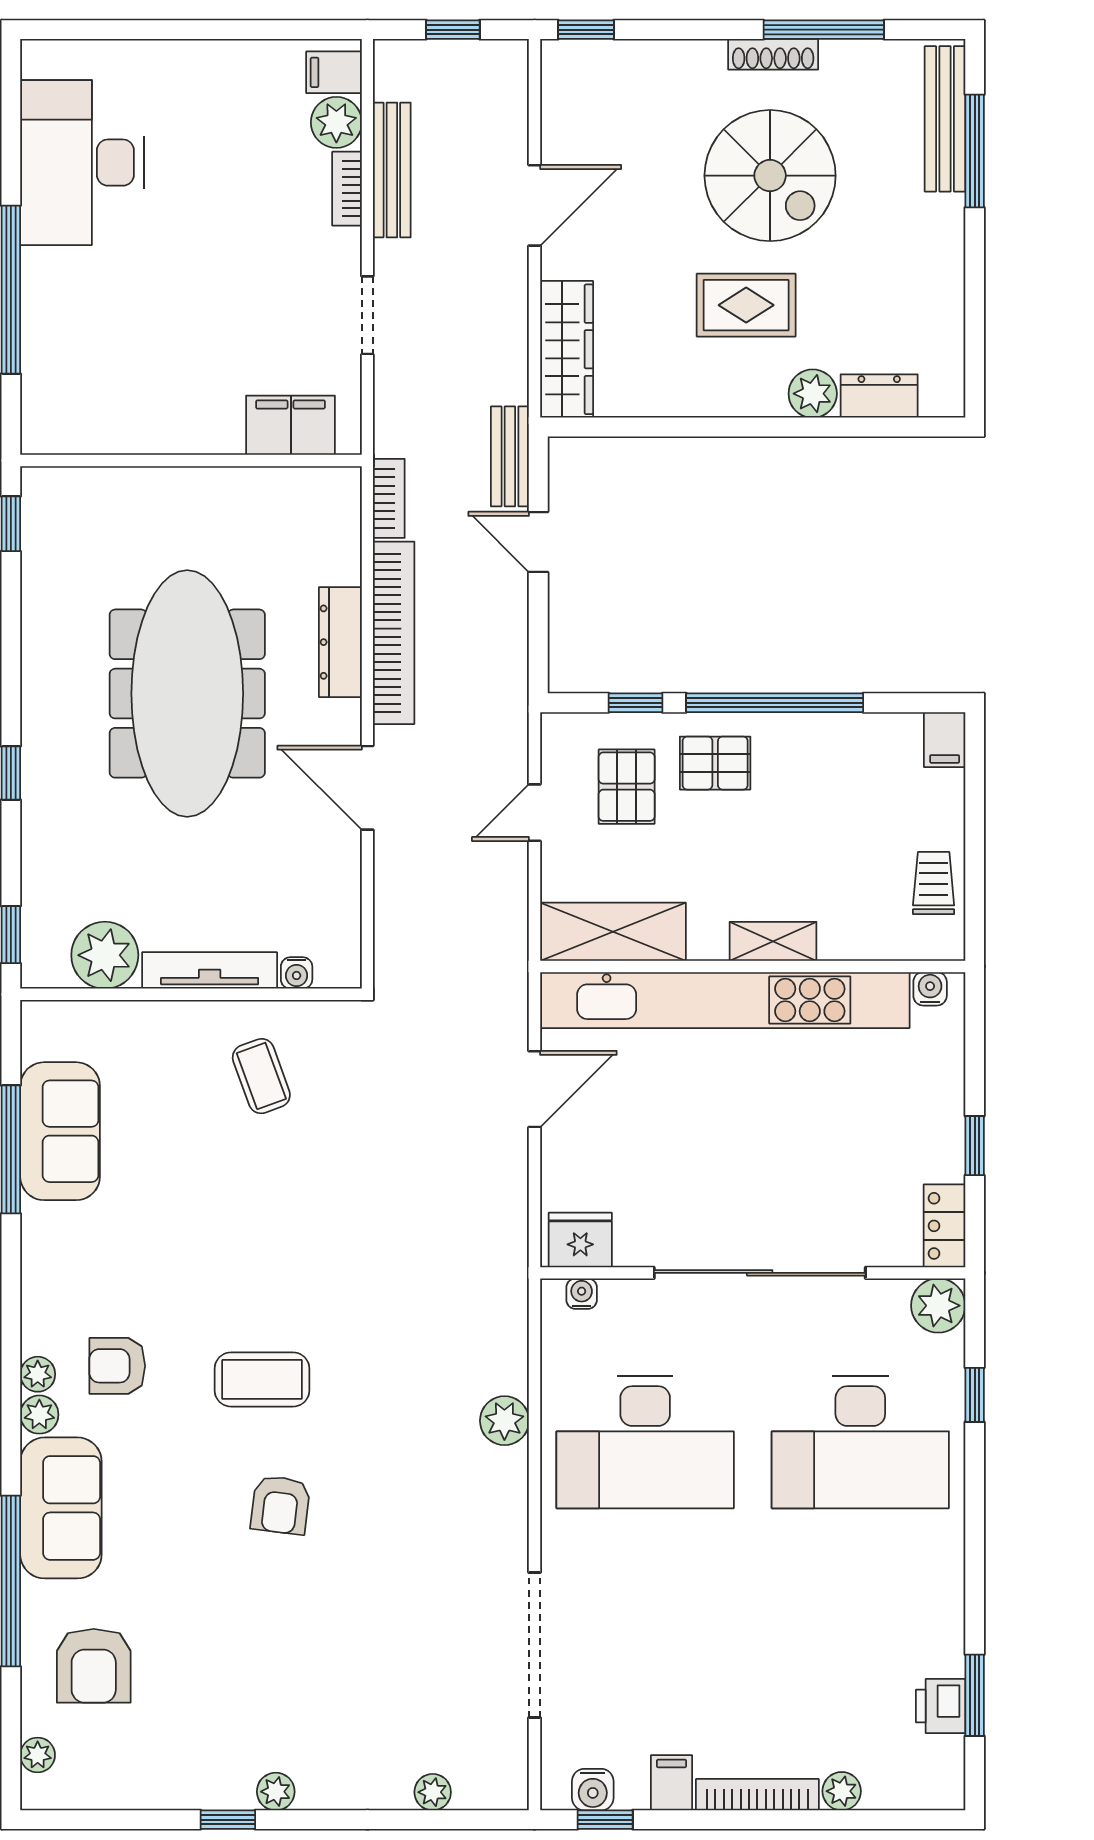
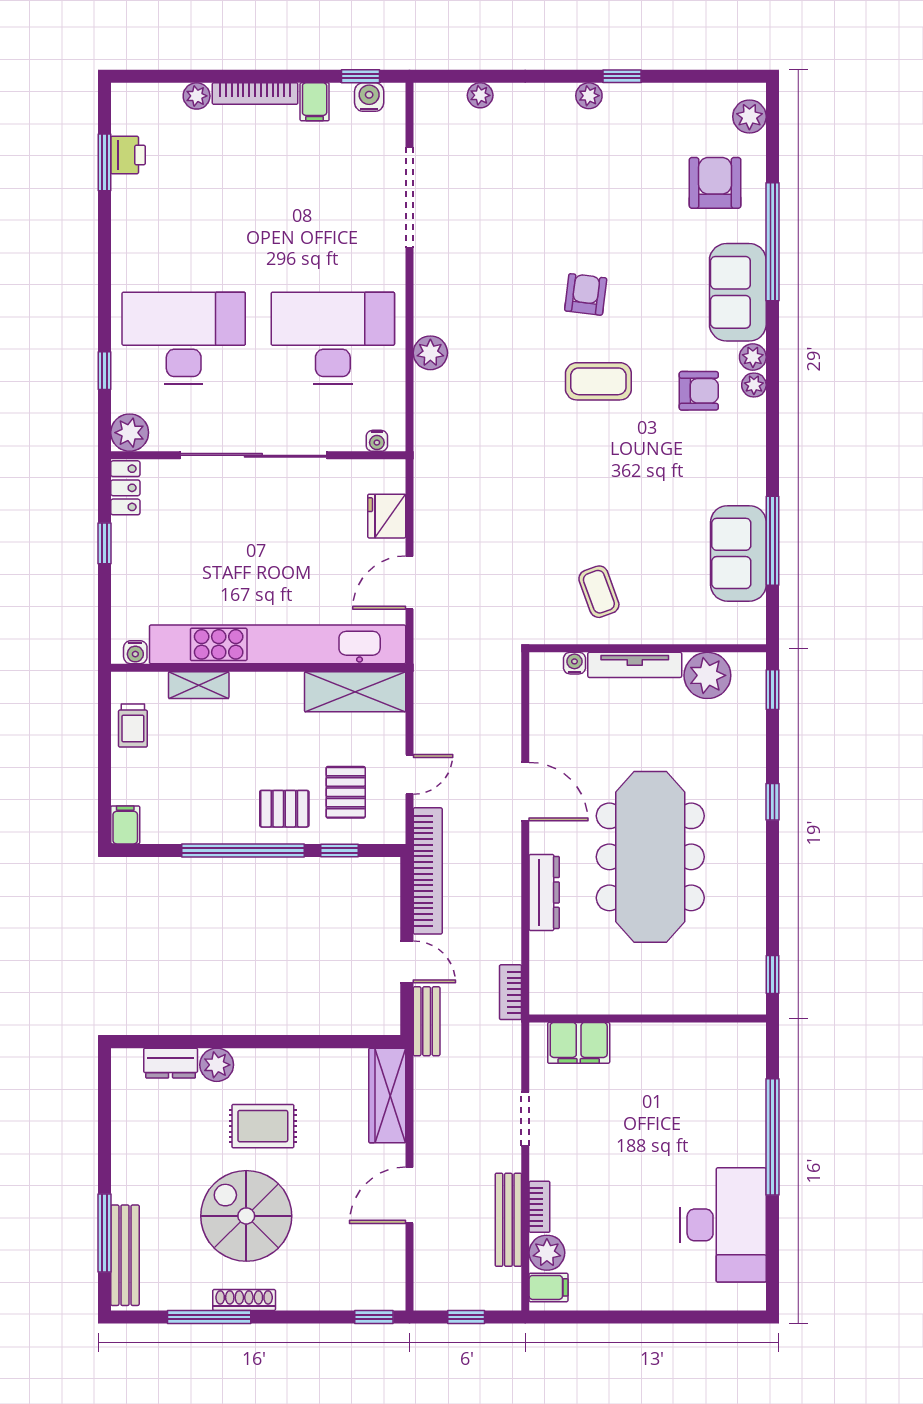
bookcase: (394, 633) -> (428, 871), moved, turned 180
shelving: (773, 941) -> (199, 685), moved
fridge: (580, 1240) -> (387, 516), moved, turned 90
plant: (38, 1755) -> (749, 117), width x1.38, depth x1.38

